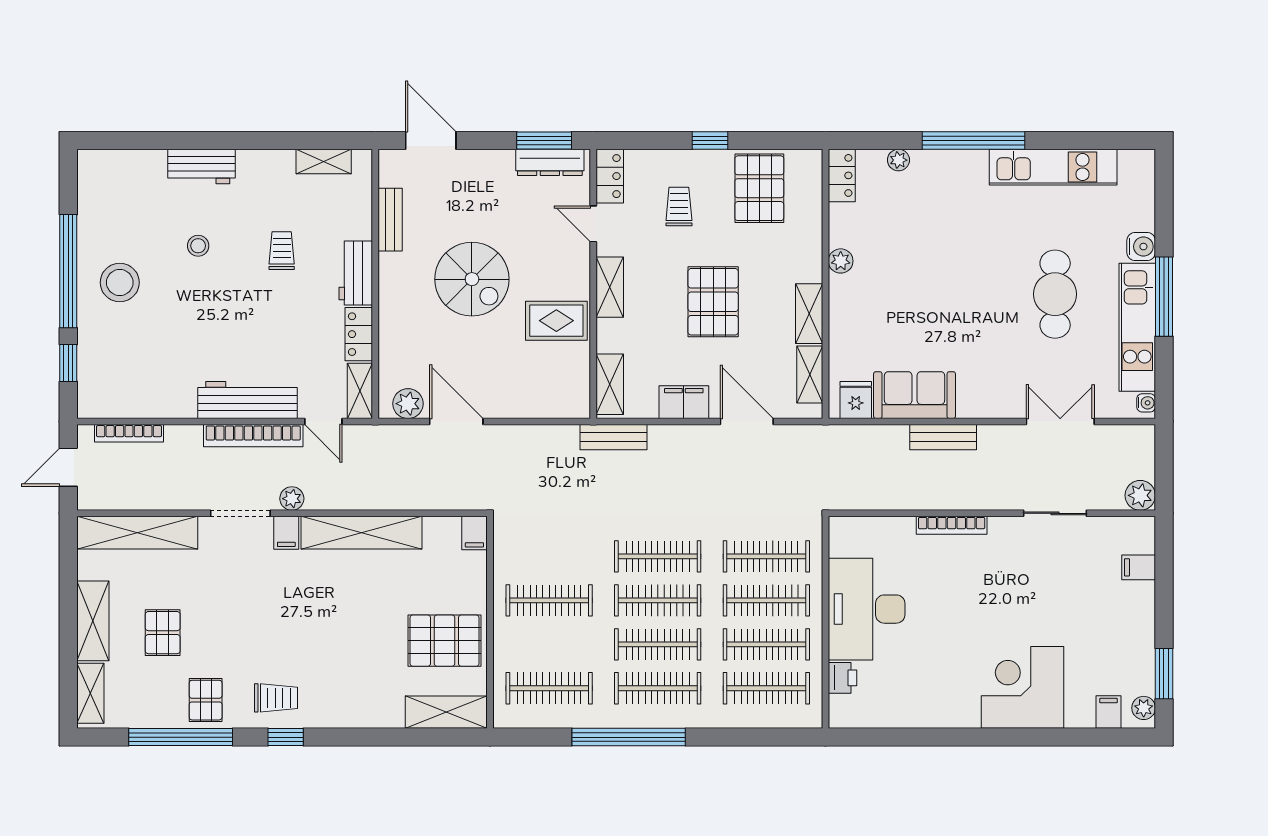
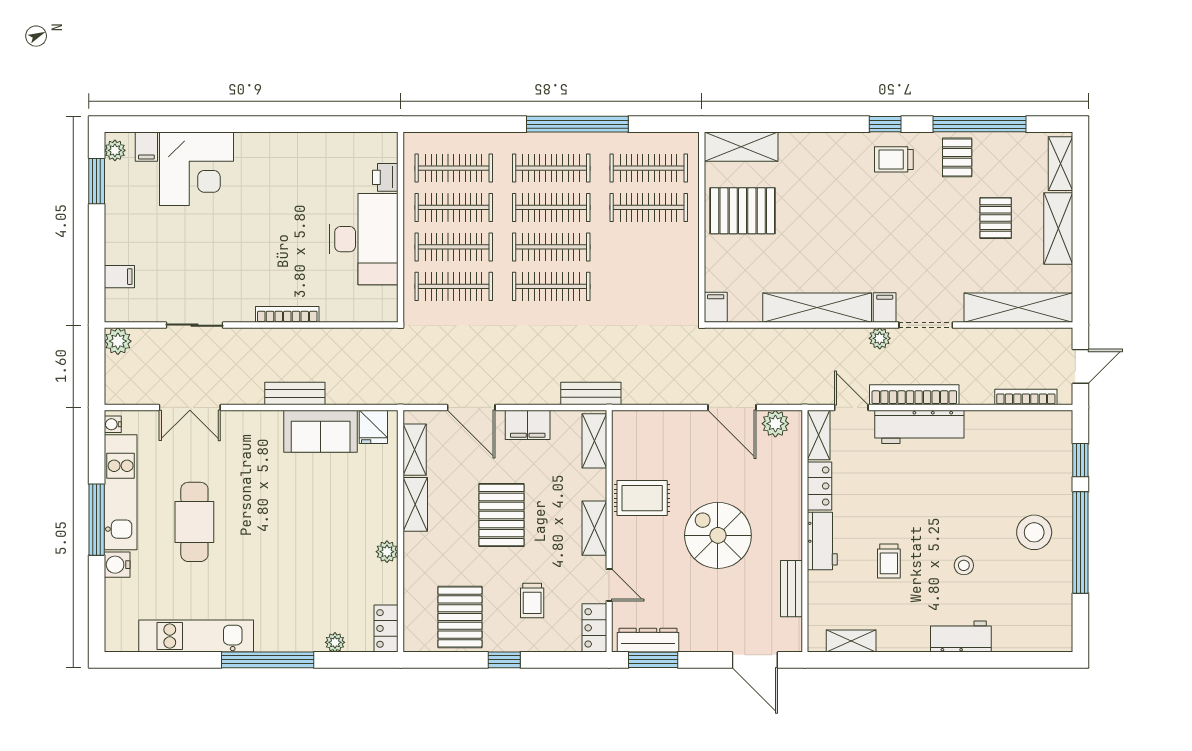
clothes rail: (549, 600) -> (649, 207), moved
corner desk: (1023, 687) -> (196, 169), moved

